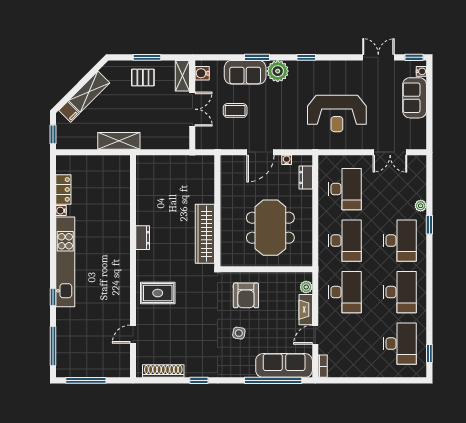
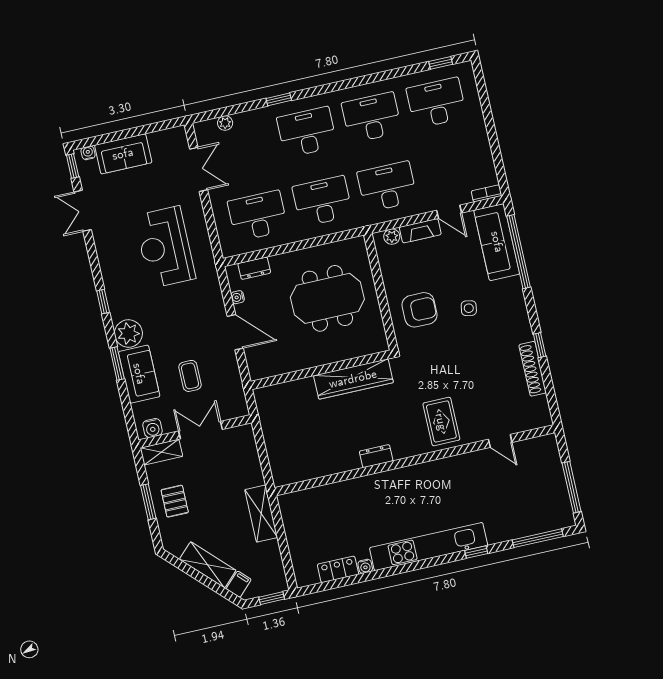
reception desk: (337, 113) -> (165, 247), turned 180
plant: (421, 206) -> (225, 123), moved
shoe rack: (163, 371) -> (533, 369), moved

